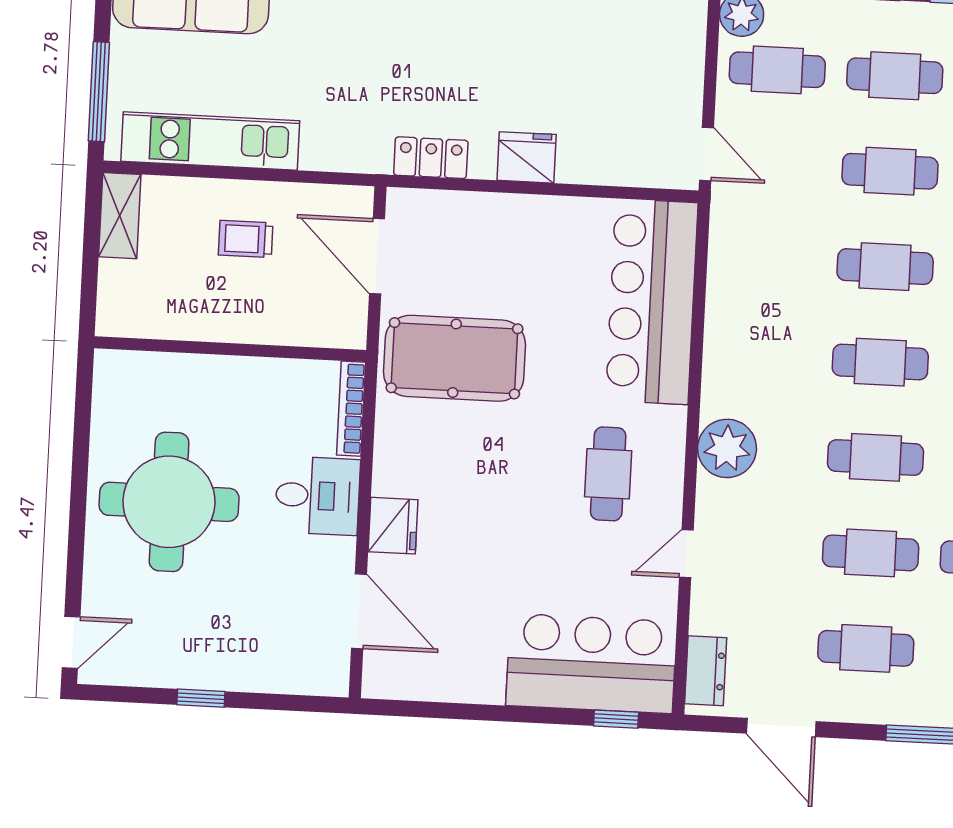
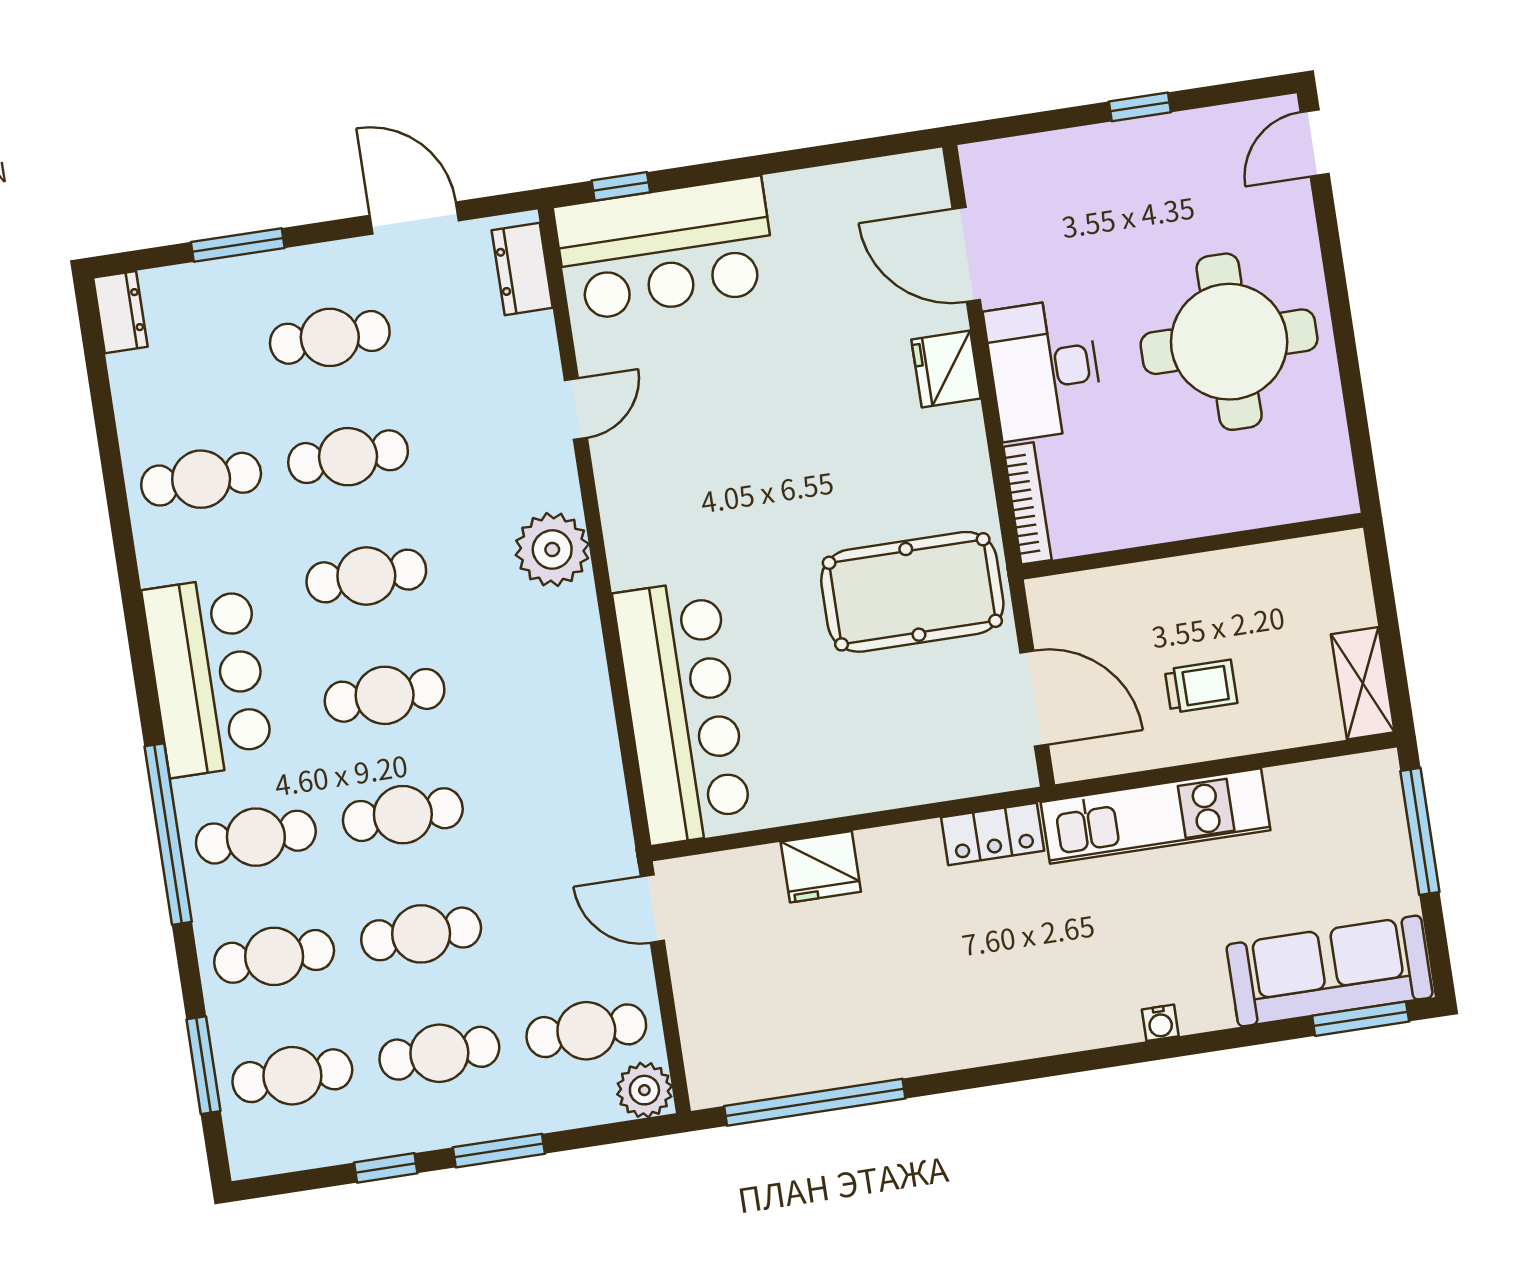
kitchen unit: (210, 141) -> (1156, 816), moved
fridge: (527, 157) -> (821, 867), moved
cafe table: (608, 474) -> (693, 488), removed
desk: (318, 496) -> (1044, 369), width x1.37

